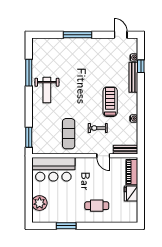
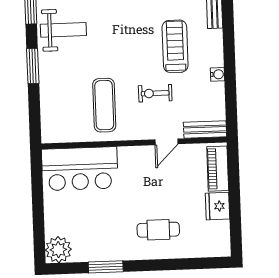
weight bench: (47, 90) -> (63, 30), turned -90
window: (29, 137) -> (33, 66), moved
door: (103, 156) -> (166, 142), hinge flipped
plant: (40, 203) -> (58, 250), moved

